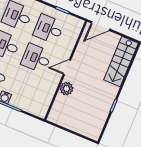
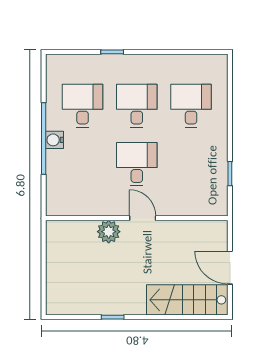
door: (100, 26) -> (230, 268), moved
desk: (49, 29) -> (191, 164), removed

